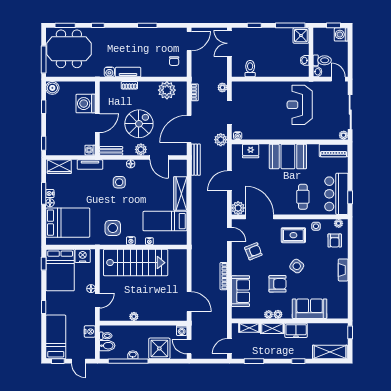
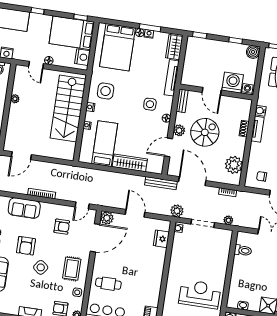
spiral stairs: (139, 124) -> (205, 132), turned -90
washing machine: (90, 150) -> (247, 89), moved
booth: (288, 157) -> (150, 275), removed
tv unit: (90, 165) -> (172, 78), width x1.41
armchair: (253, 251) -> (62, 227), turned -68

